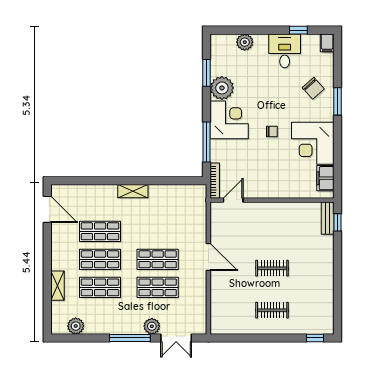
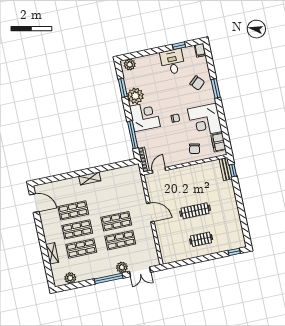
plant: (245, 42) -> (130, 65), moved
chair: (290, 180) -> (195, 149), added
clothes rail: (272, 268) -> (195, 211), width x1.36

